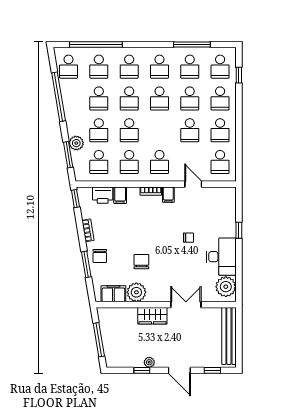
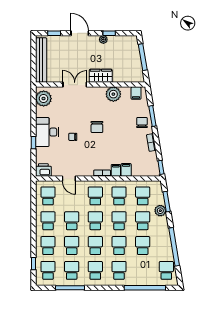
school desk: (99, 67) -> (95, 221), moved
printer: (103, 195) -> (43, 170), moved
filing cabinet: (168, 195) -> (116, 170), moved
desk: (221, 257) -> (47, 132), moved
chair: (141, 262) -> (97, 127), moved
filing cabinet: (113, 294) -> (136, 93), width x0.50
double door: (186, 305) -> (75, 85), swing flipped

